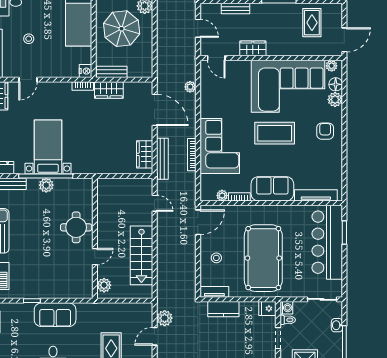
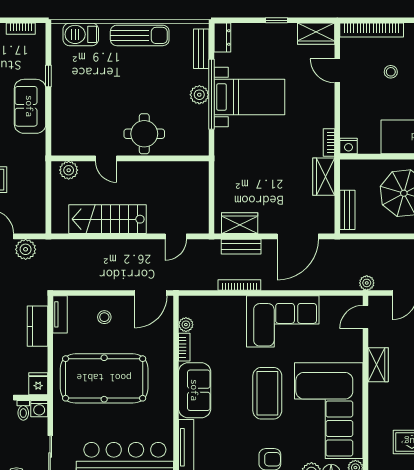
bench: (112, 72) -> (347, 210), moved
plant: (190, 87) -> (367, 283), moved
corner sofa: (220, 146) -> (283, 321), moved
bench: (162, 159) -> (241, 247), width x0.73
door: (198, 222) -> (151, 293), hinge flipped

